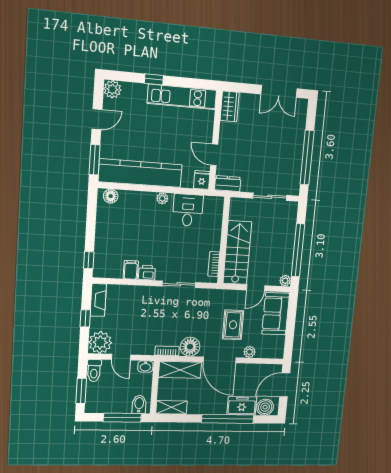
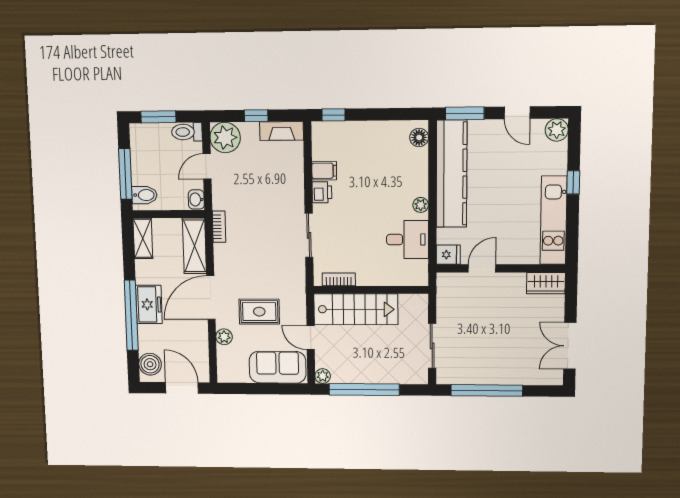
dresser: (228, 184) -> (446, 289), removed
floor lamp: (190, 347) -> (226, 257), removed
freezer: (242, 406) -> (149, 304), moved

